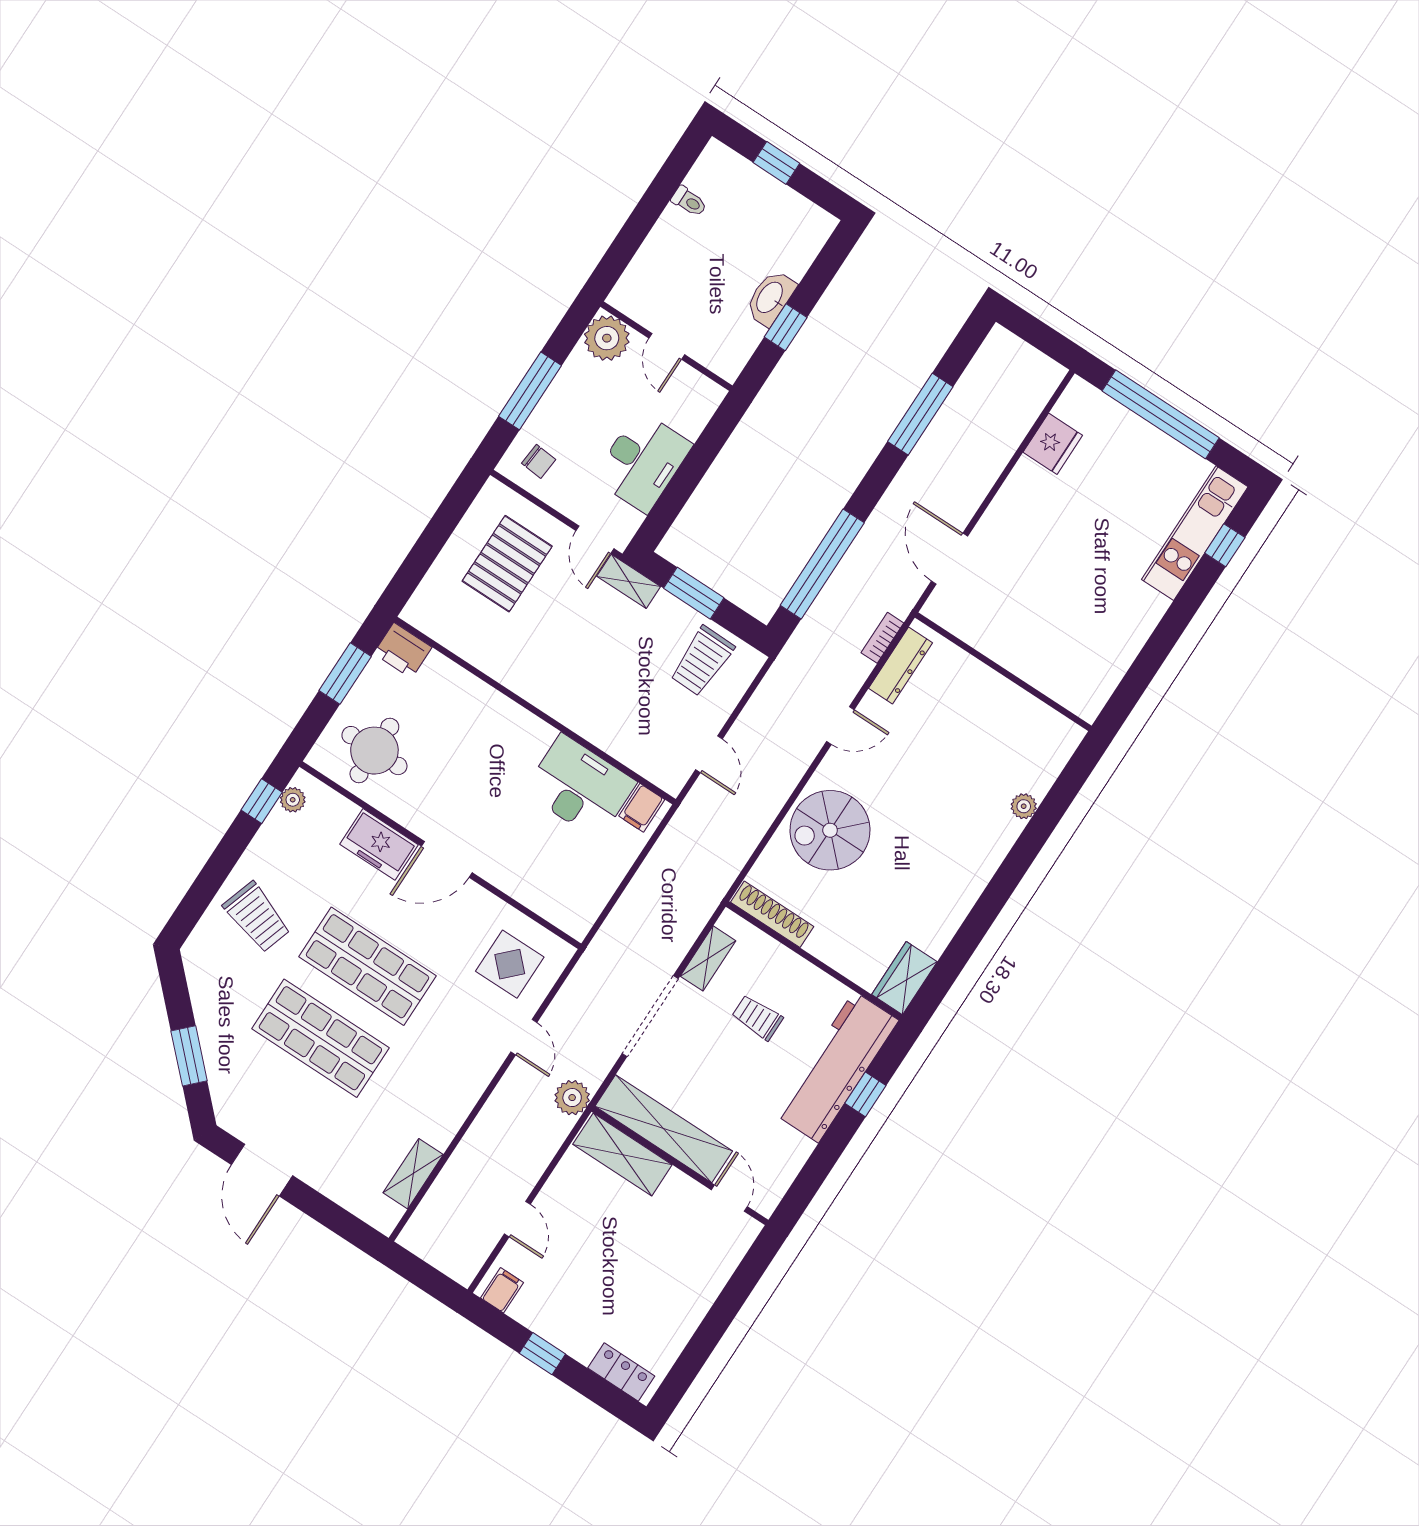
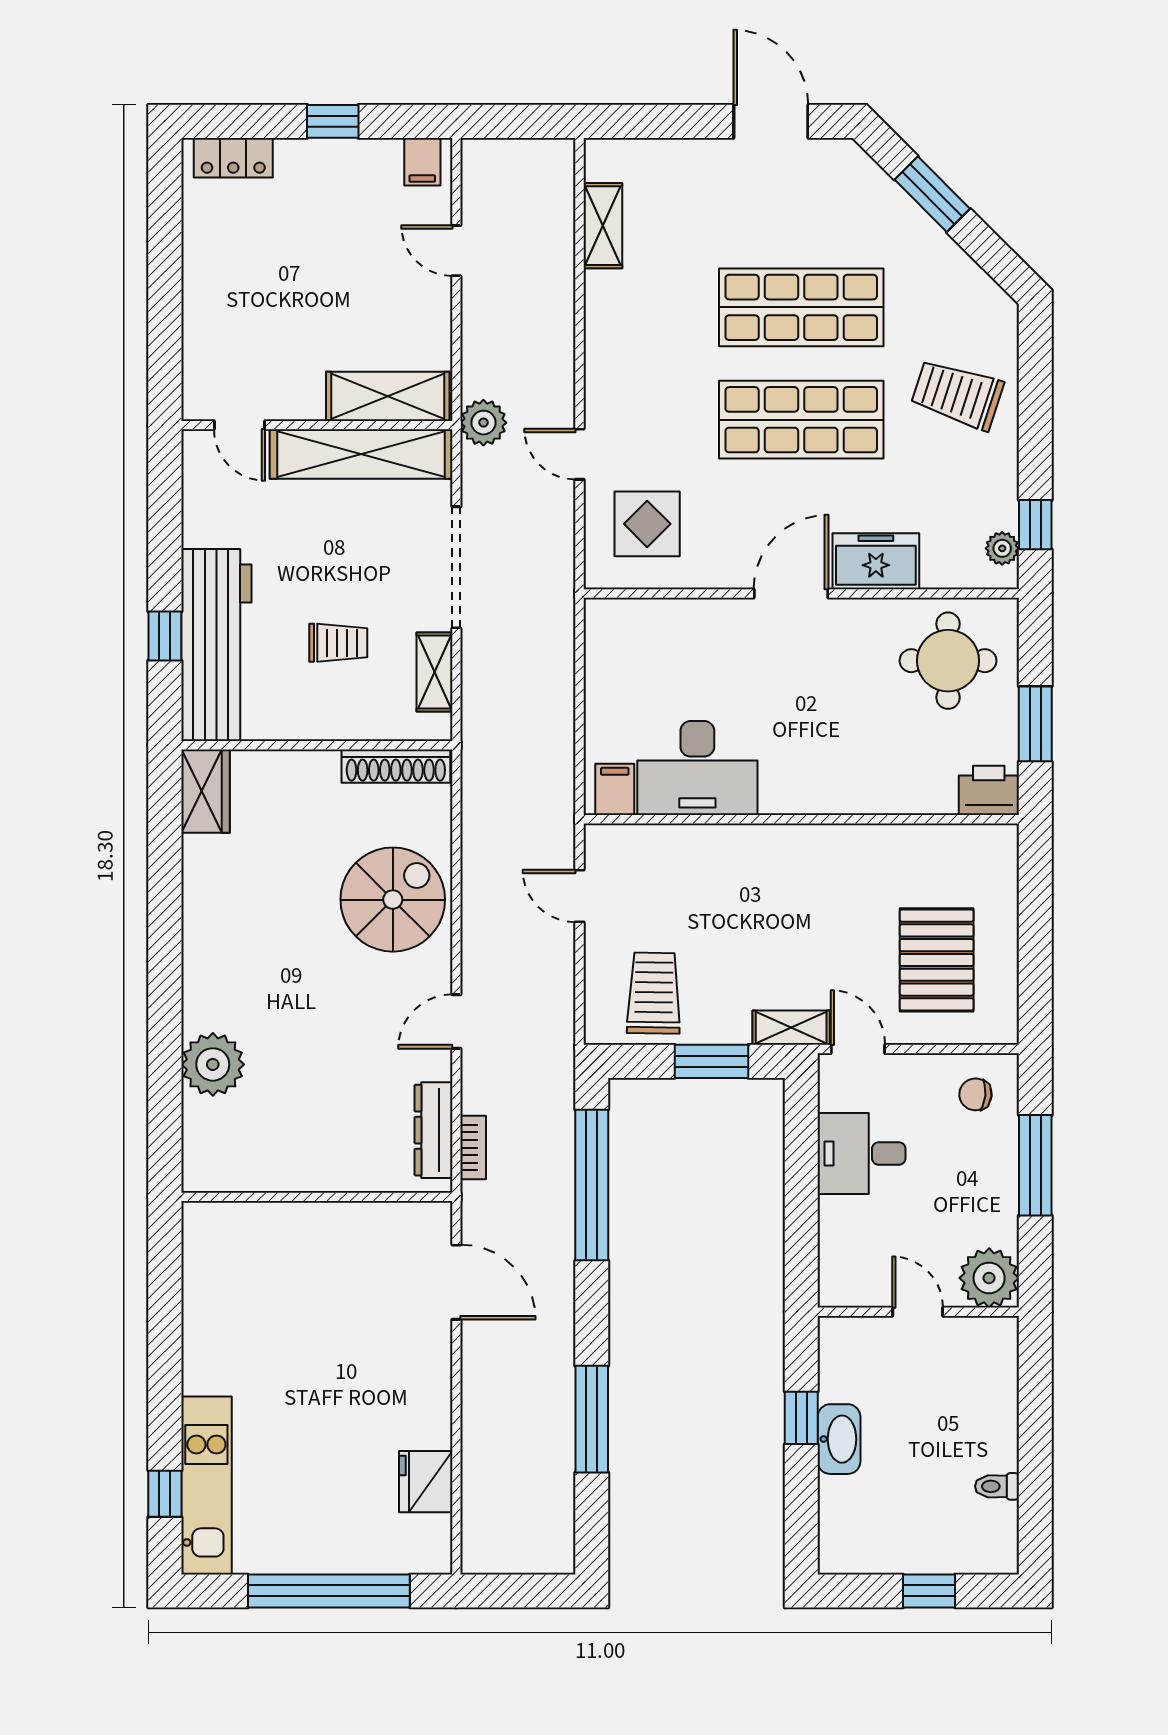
desk: (643, 462) -> (862, 1153), width x0.73
plant: (1024, 806) -> (213, 1064), width x1.88, depth x1.88

